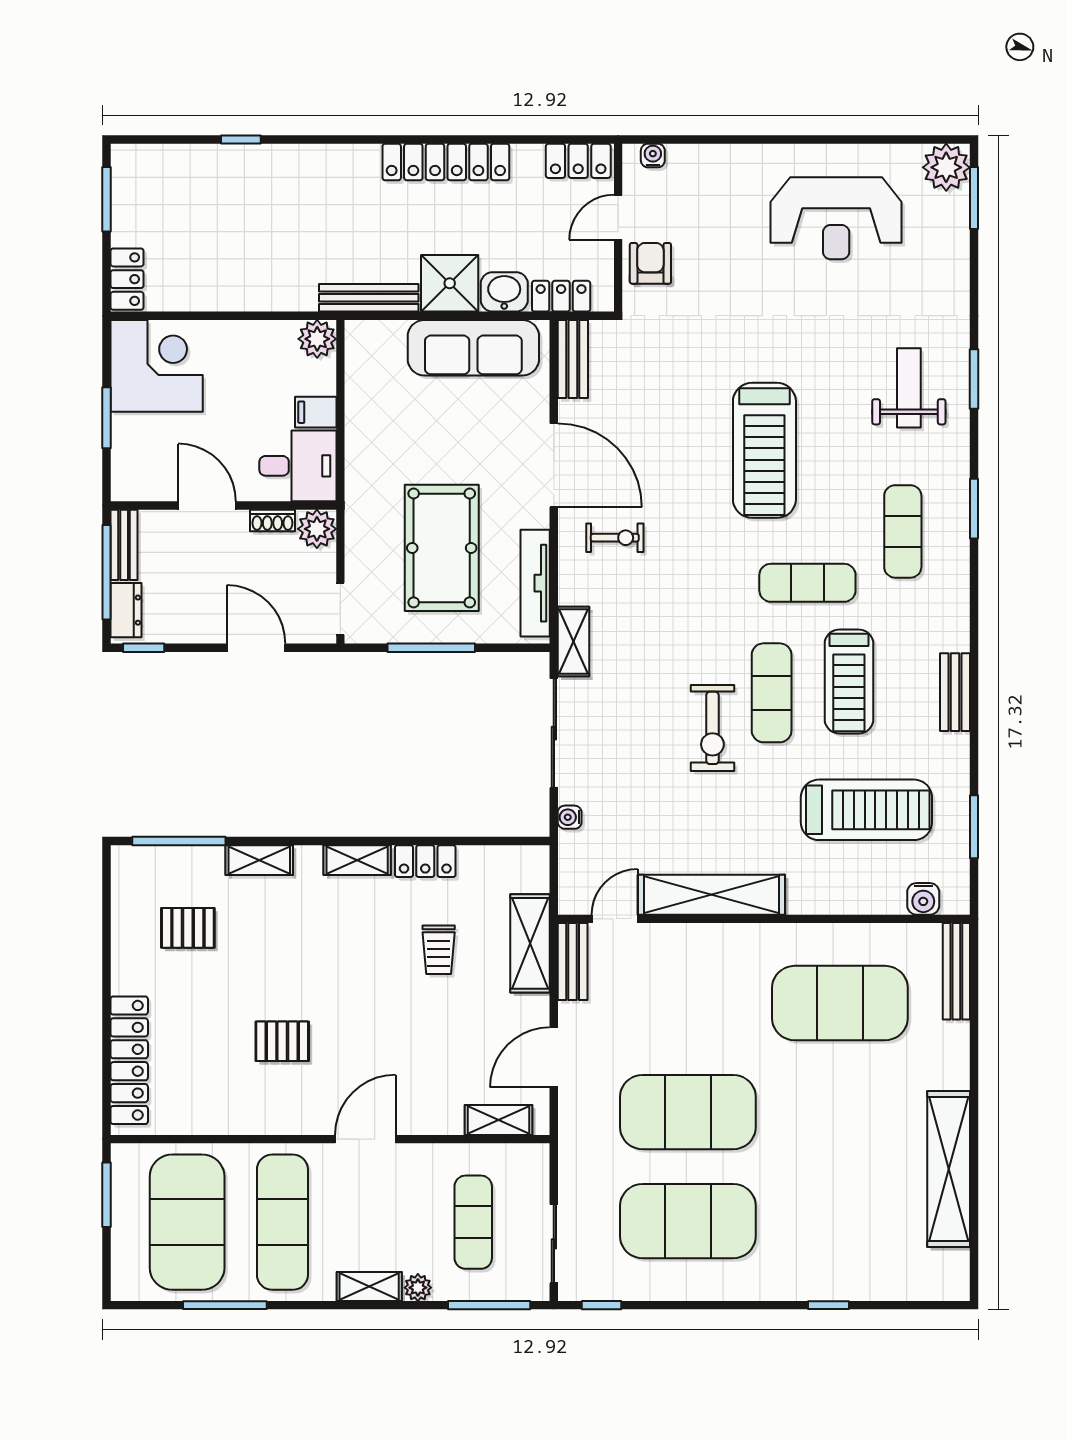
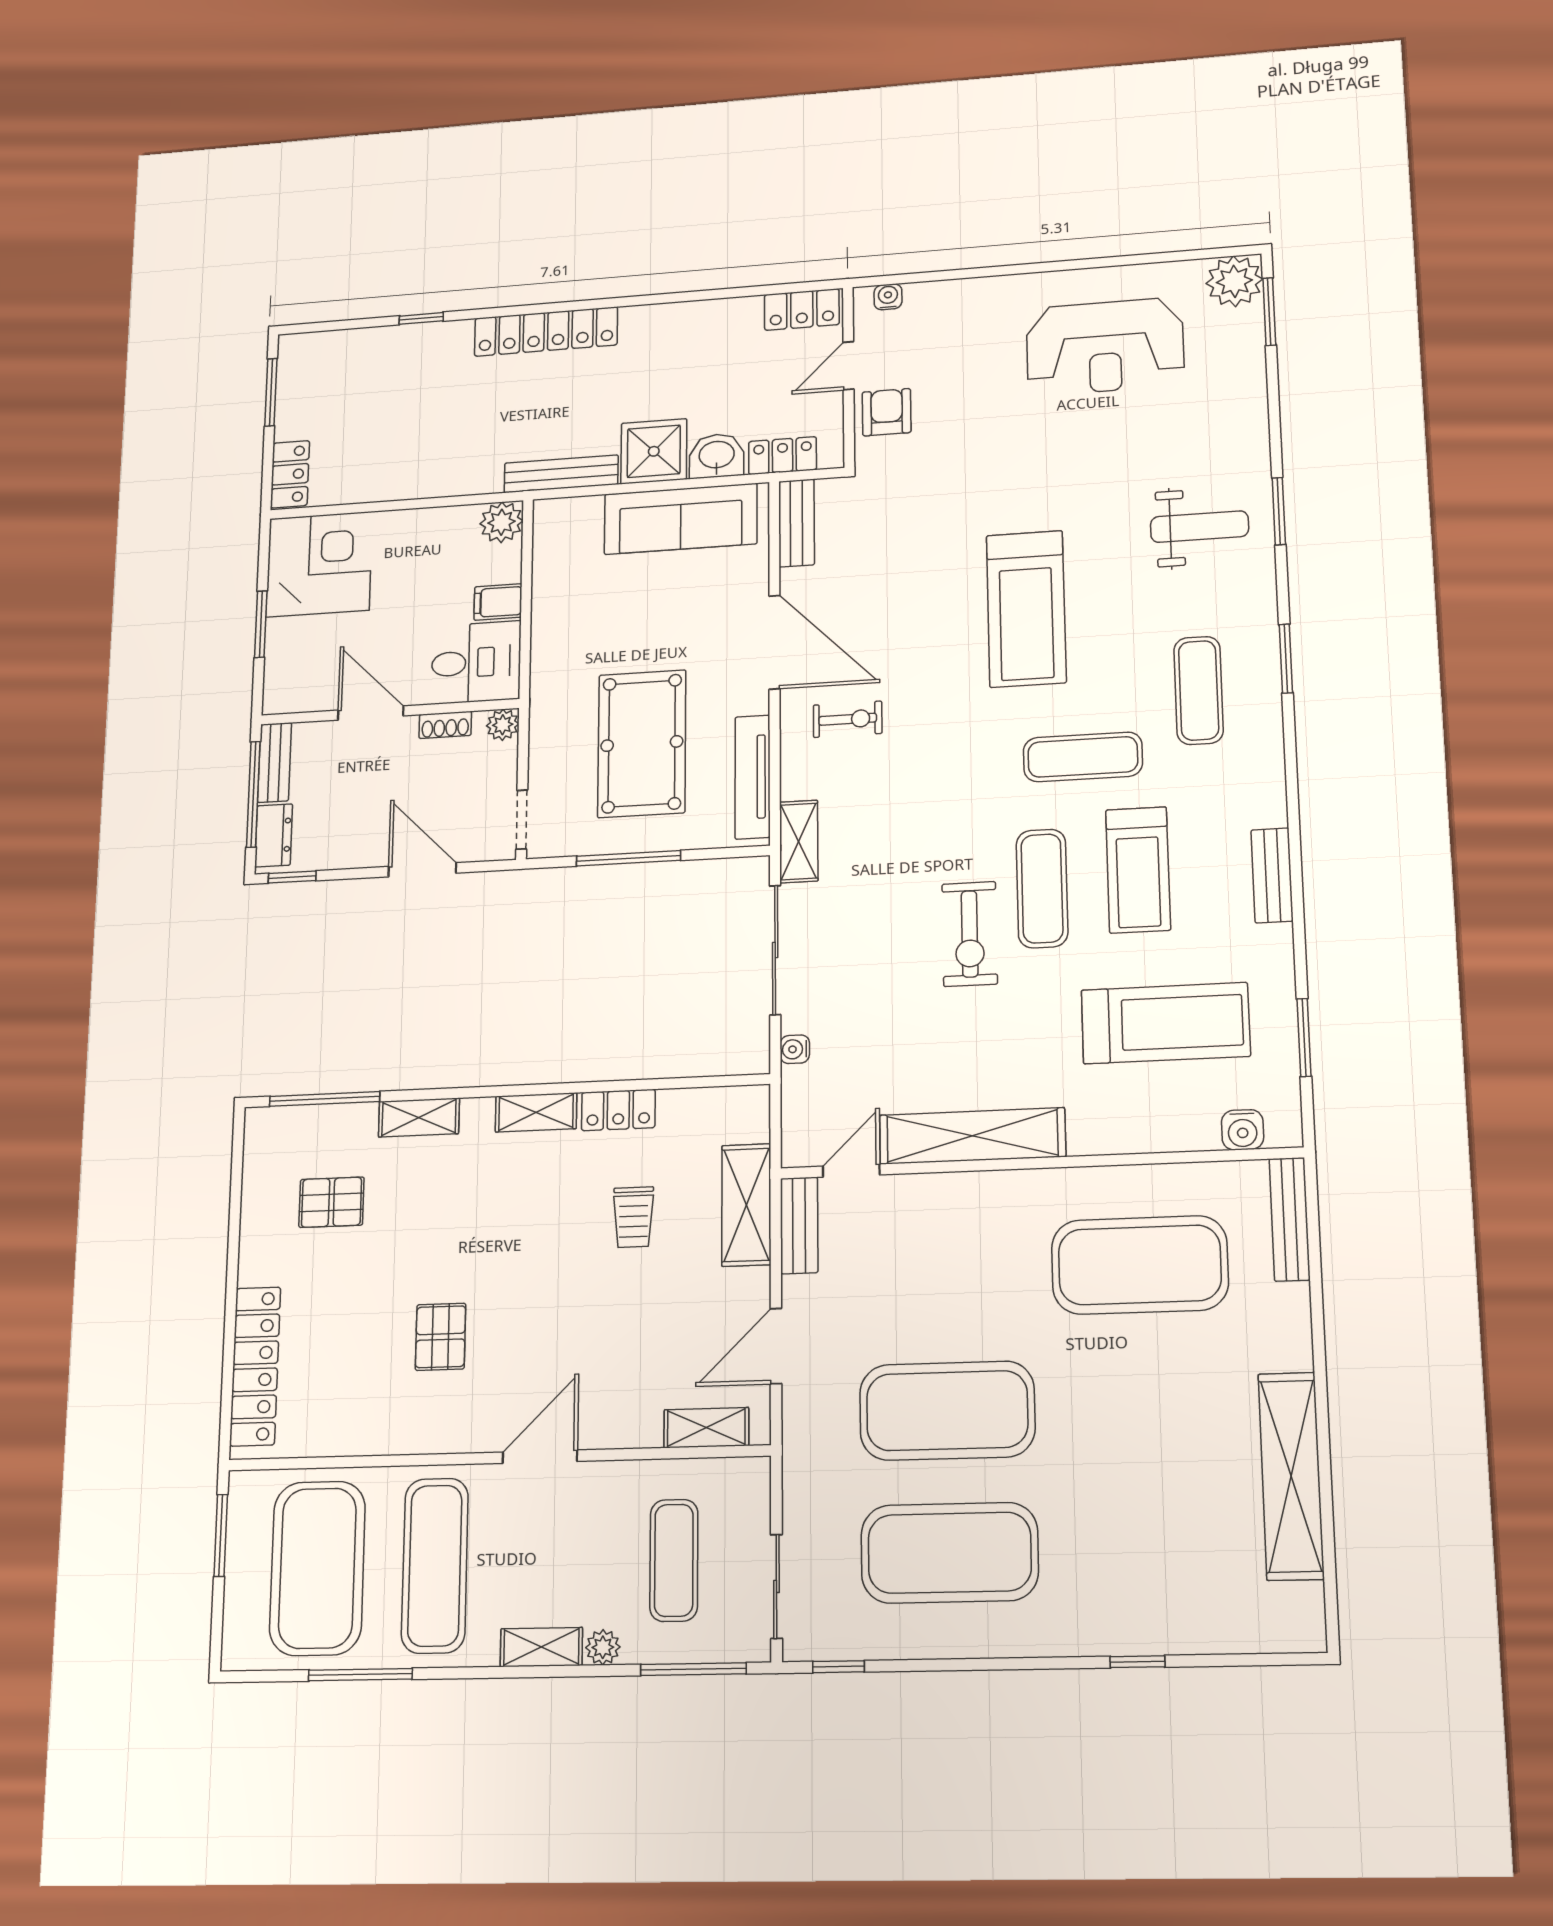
locker: (446, 162) -> (546, 332), moved
weight bench: (909, 388) -> (1199, 527), turned 90
plant: (317, 529) -> (503, 725), width x0.73, depth x0.73
pallet: (282, 1041) -> (441, 1337), turned 90

